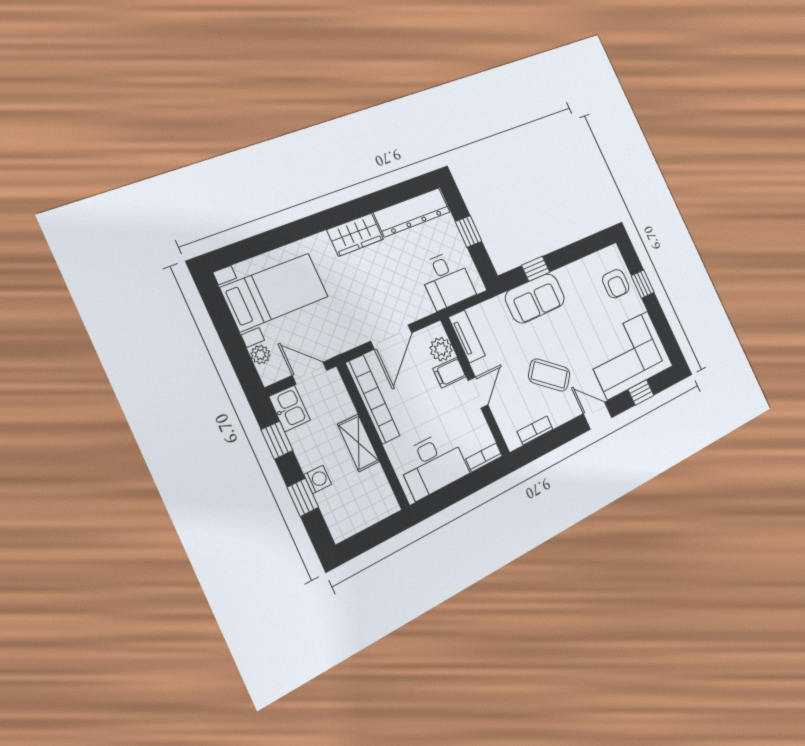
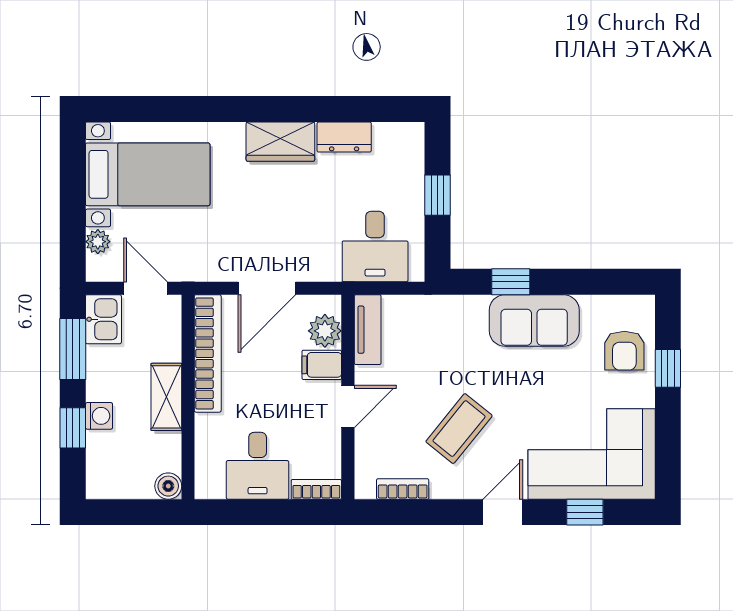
dresser: (412, 212) -> (344, 137), width x0.51, depth x0.80
sofa: (535, 298) -> (534, 321), moved
coffee table: (549, 375) -> (459, 429), turned 90
door: (598, 416) -> (503, 512), hinge flipped
window: (277, 440) -> (73, 349), width x1.50
desk: (433, 464) -> (258, 466), width x0.73
boiler: (388, 505) -> (168, 486), added

